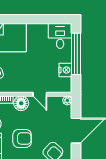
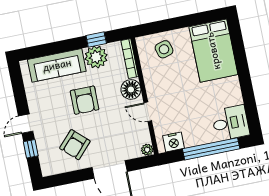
nightstand: (65, 70) -> (174, 142), moved
door: (40, 94) -> (148, 112), hinge flipped

